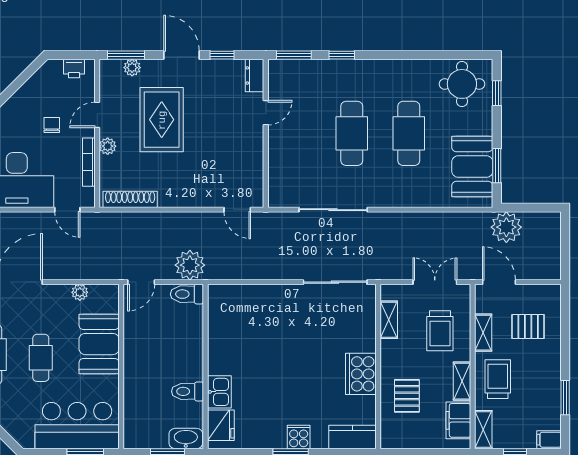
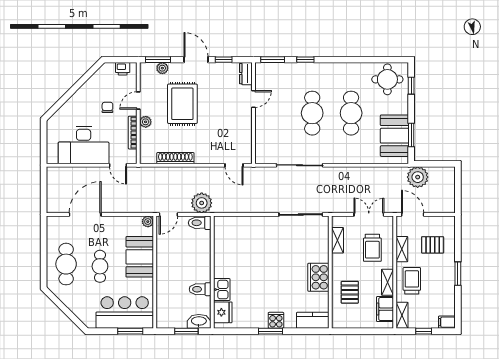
shoe rack: (130, 199) -> (175, 158), moved
plant: (80, 292) -> (148, 222), moved
window: (565, 398) -> (458, 274), moved

